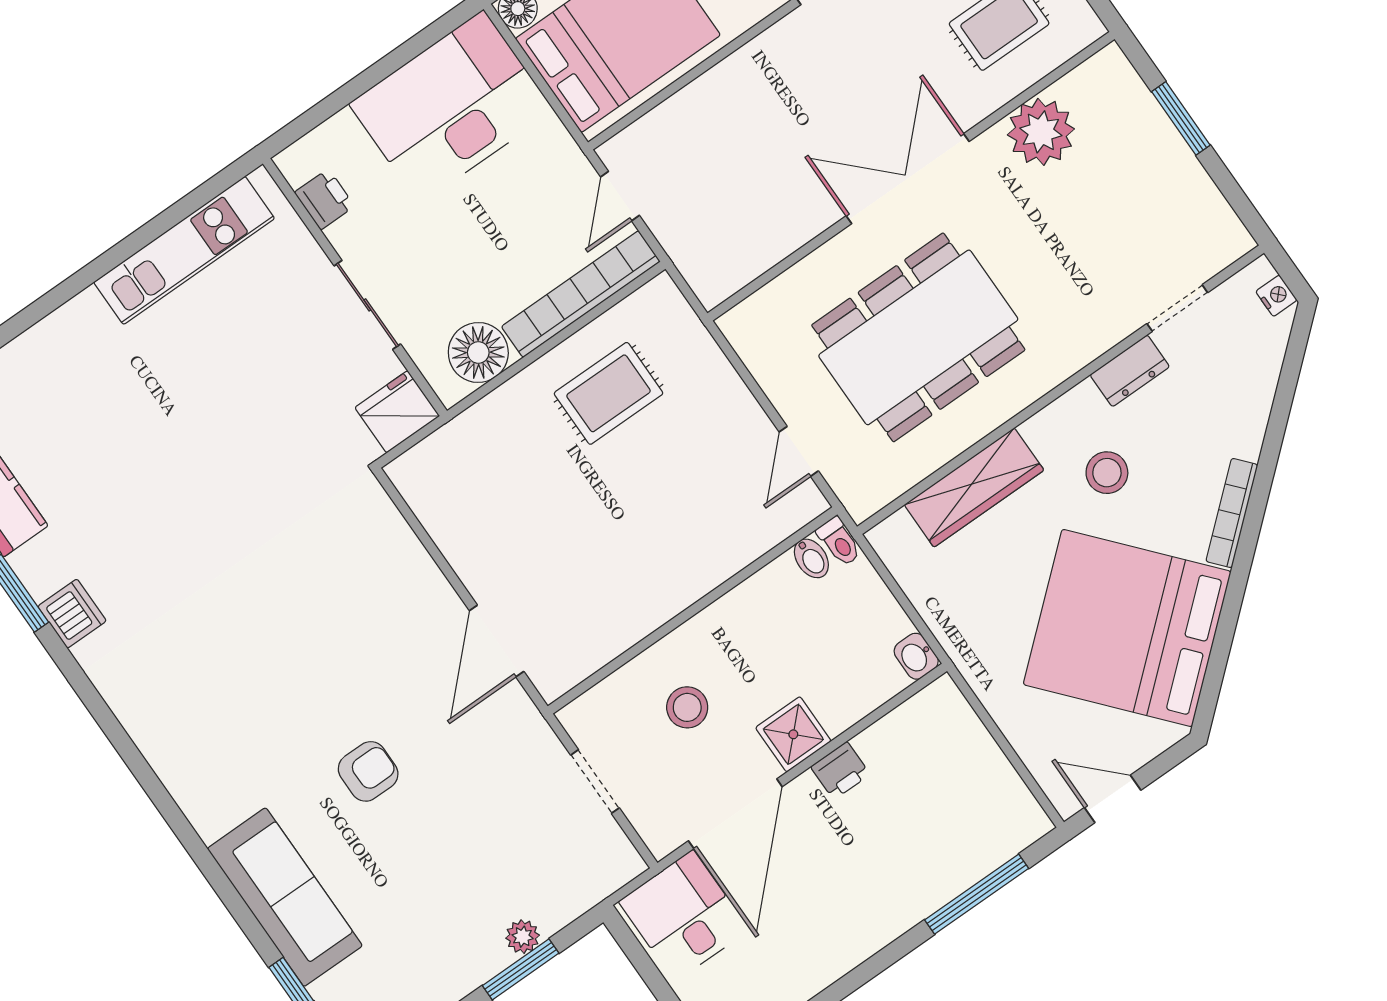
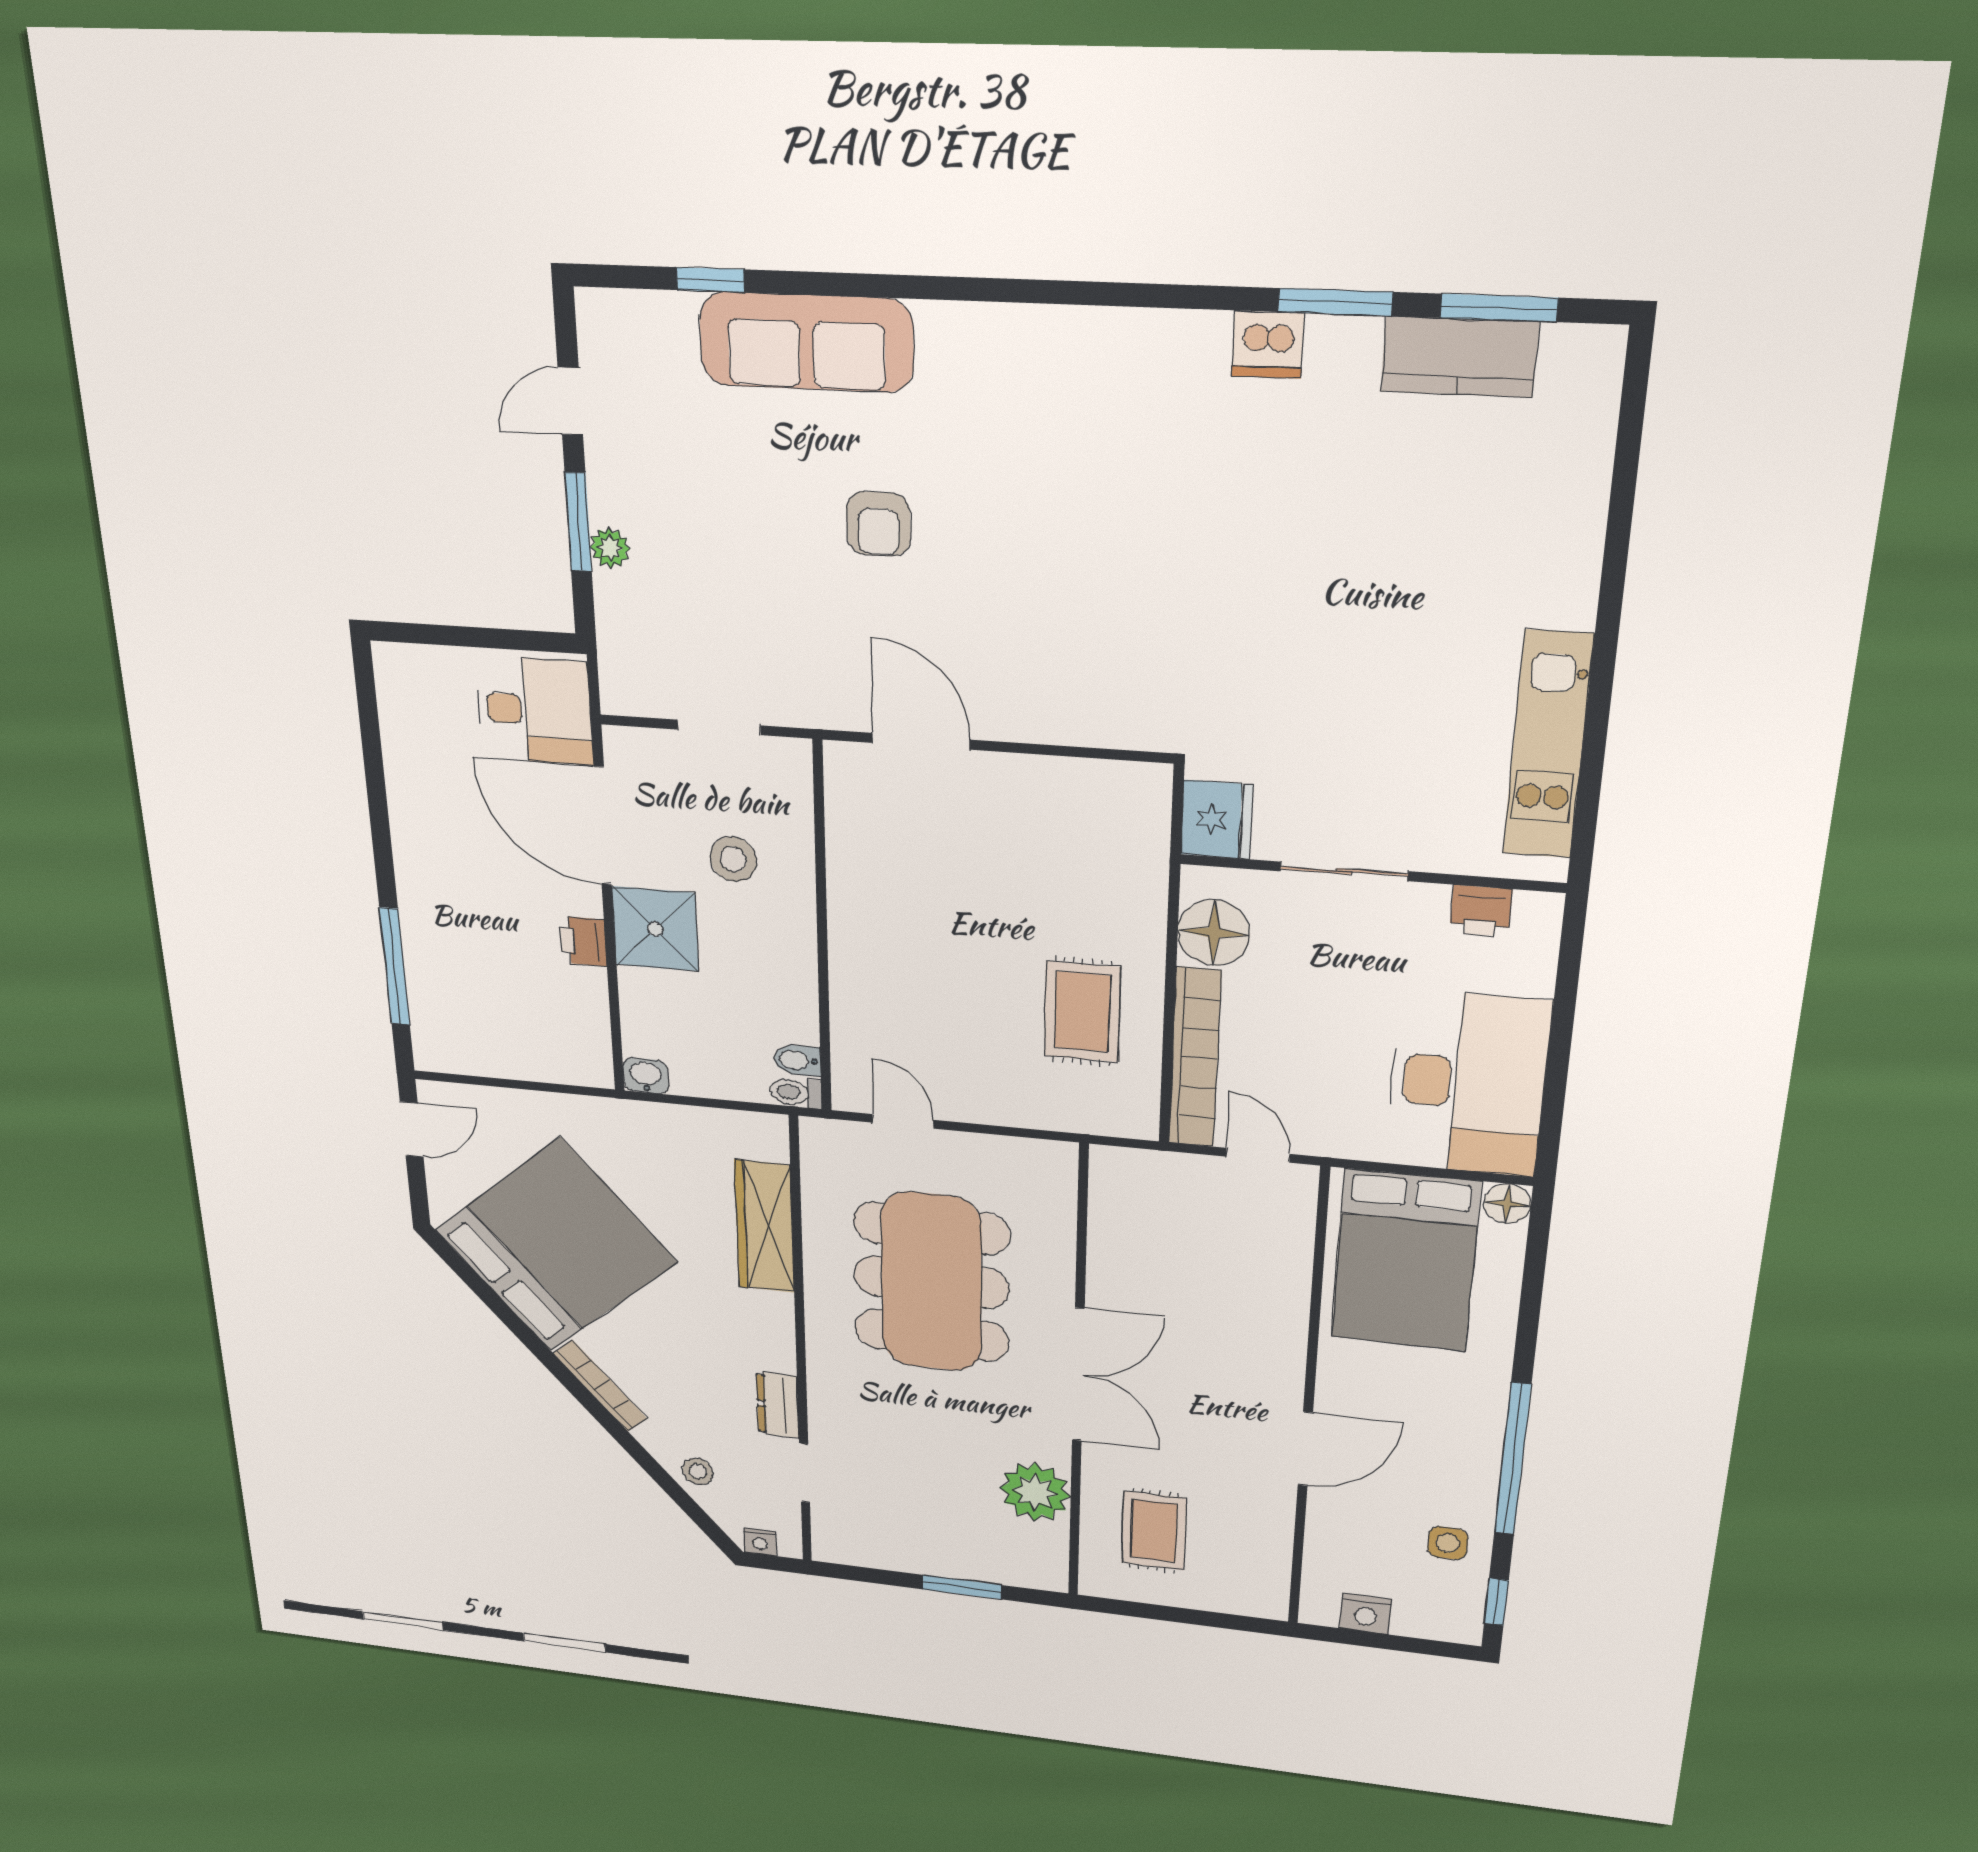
stool: (1107, 473) -> (698, 1471), moved, width x0.73, depth x0.73
shower: (793, 734) -> (655, 929), width x1.36, depth x1.36

